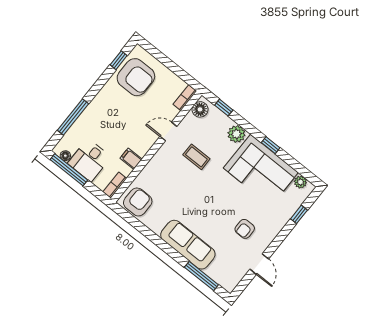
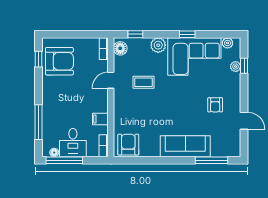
plant: (291, 209) -> (236, 67), added

